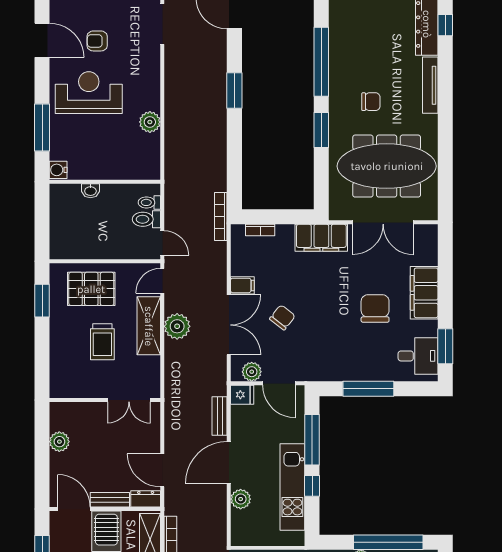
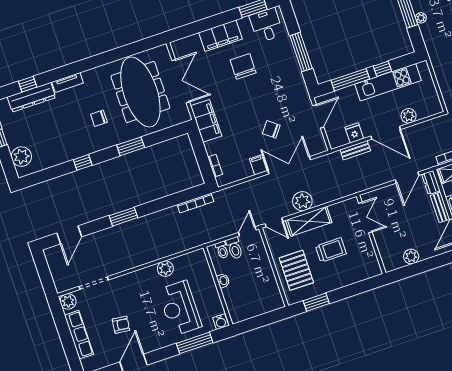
armchair: (97, 41) -> (121, 325), turned -83
window: (321, 62) -> (83, 162), width x0.32
tv unit: (430, 85) -> (68, 82), width x0.71
reception desk: (89, 93) -> (180, 308), moved
chair: (371, 102) -> (99, 118), turned -90
washbasin: (90, 191) -> (223, 281), moved
bookcase: (221, 217) -> (195, 203), moved
chair: (375, 308) -> (243, 66), turned 90
plant: (252, 372) -> (317, 138), removed
fridge: (242, 395) -> (354, 133), moved

